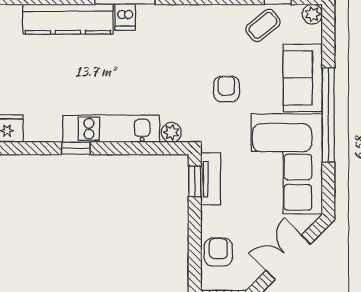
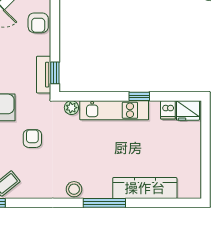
dishwasher: (125, 17) -> (168, 110), moved, turned 180
stool: (168, 17) -> (74, 189), added
armchair: (226, 89) -> (32, 138), turned 180

